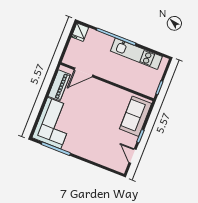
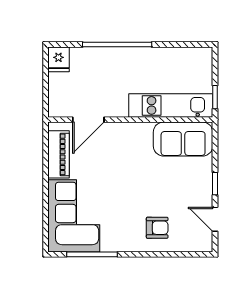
kitchen unit: (136, 54) -> (171, 105), moved, turned 180
sofa: (136, 116) -> (183, 139), moved, turned -90
armchair: (98, 148) -> (157, 228), added

